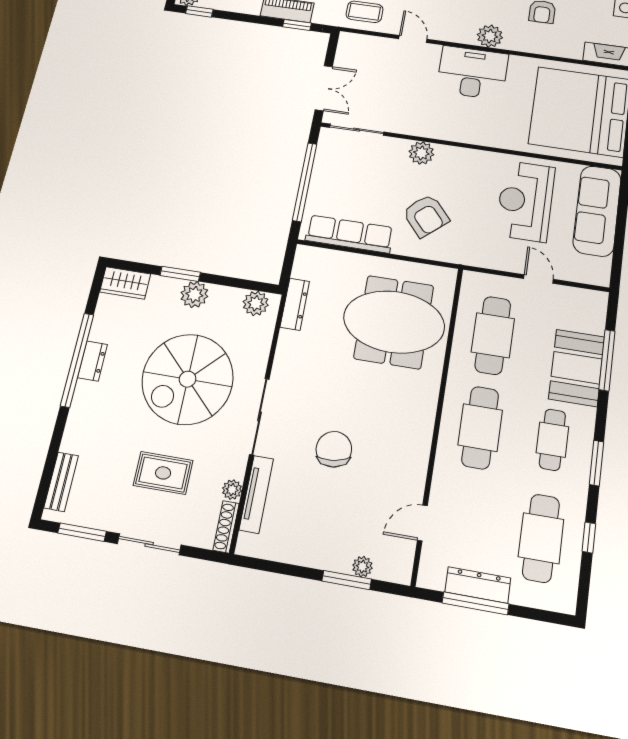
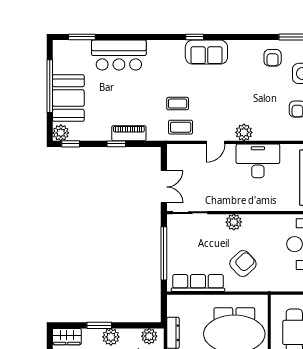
window: (297, 25) -> (116, 144), moved
plant: (490, 36) -> (244, 132), moved
door: (413, 39) -> (216, 142), swing flipped
armchair: (426, 216) -> (243, 264), turned -92

